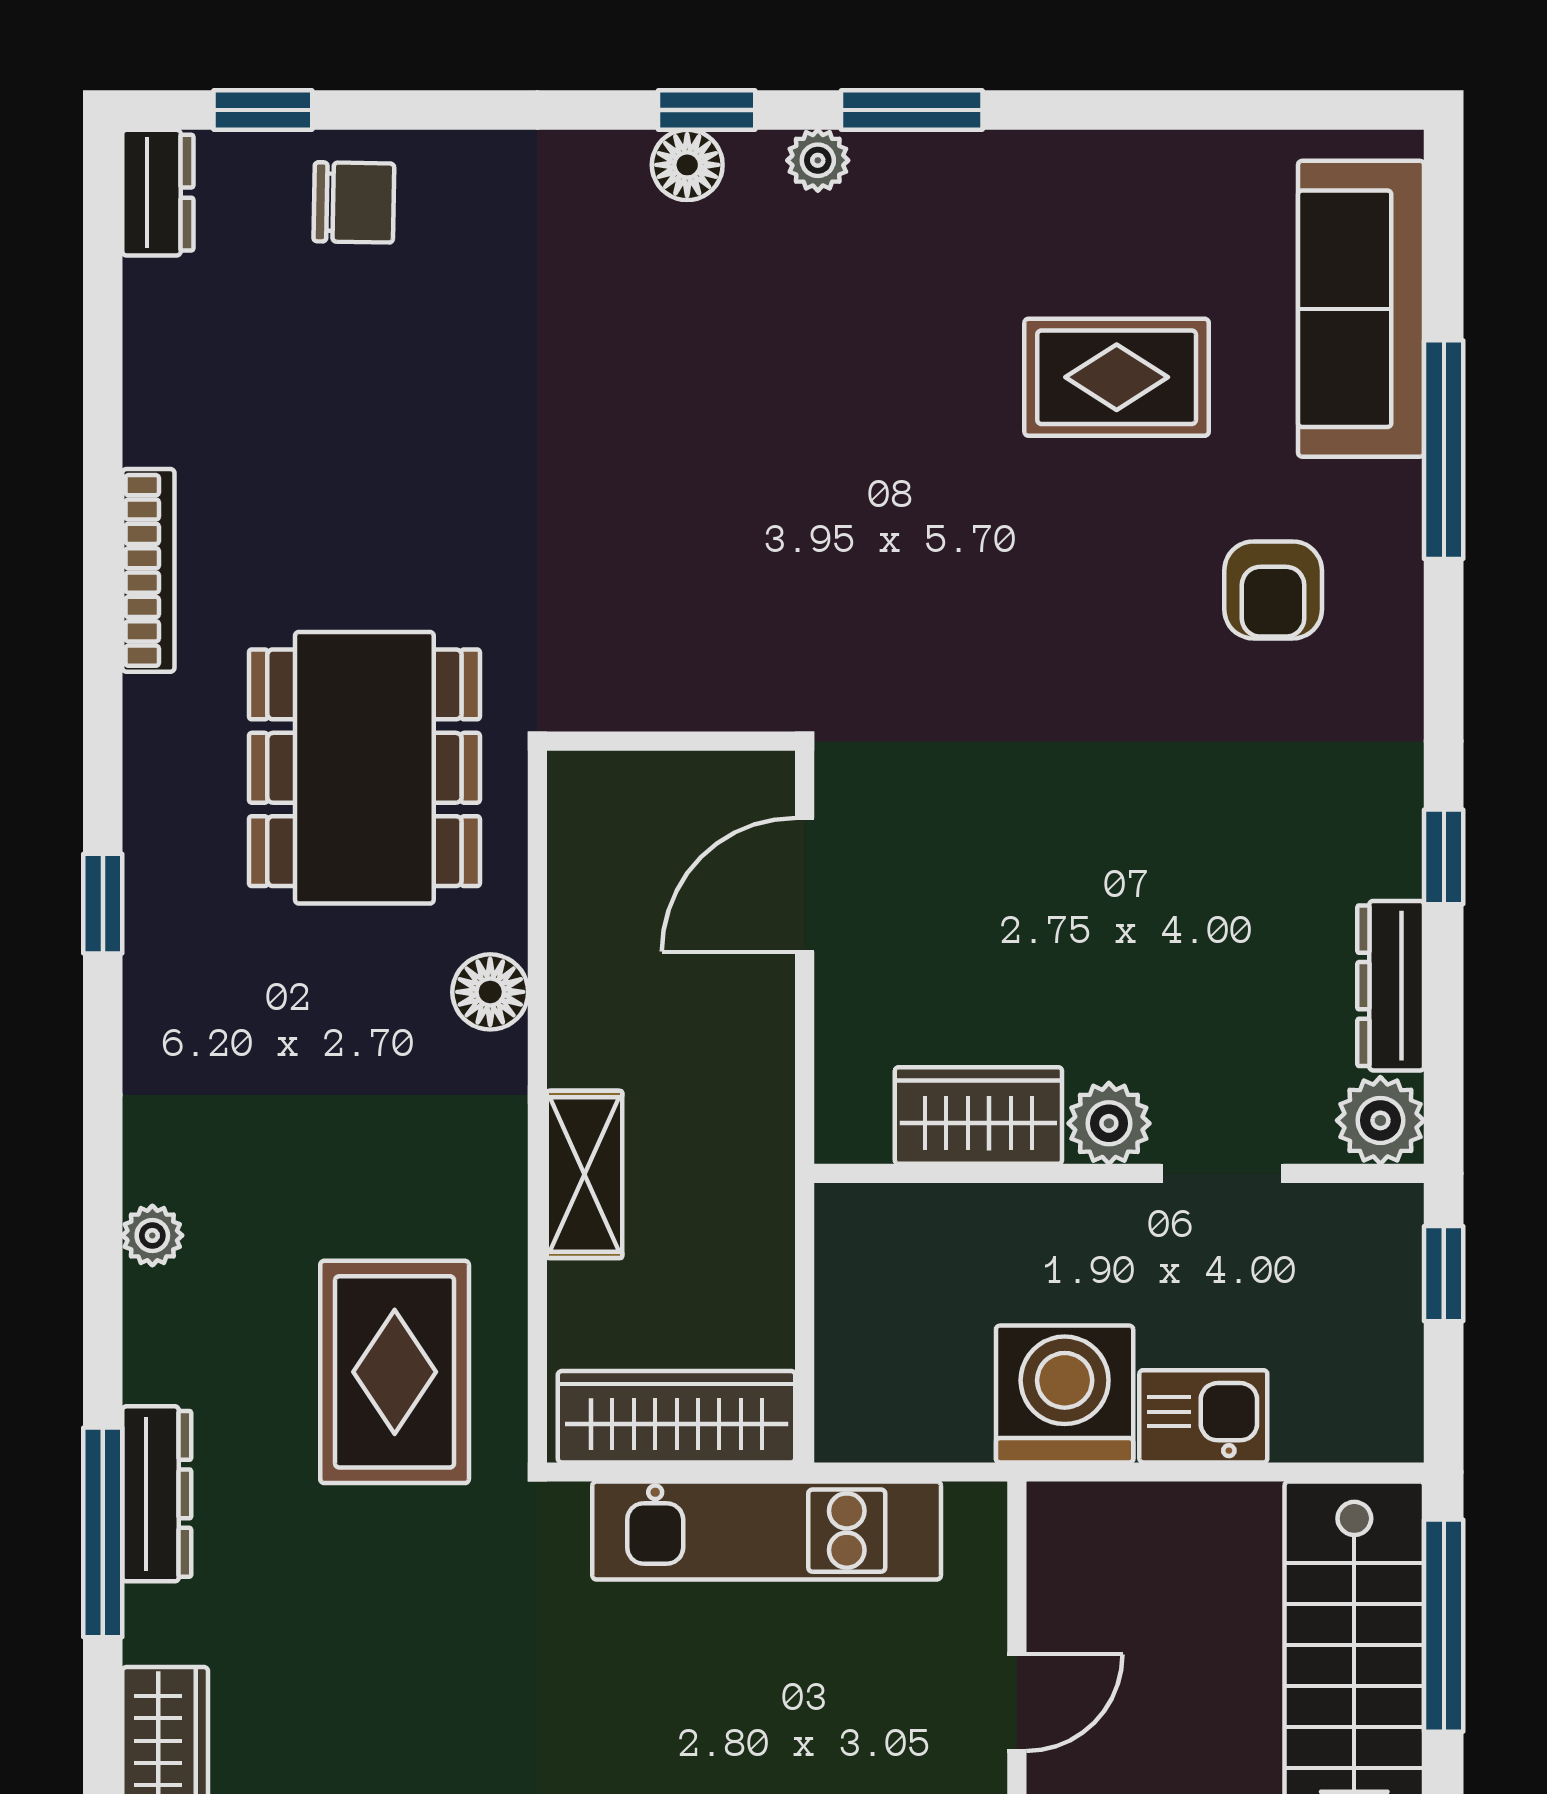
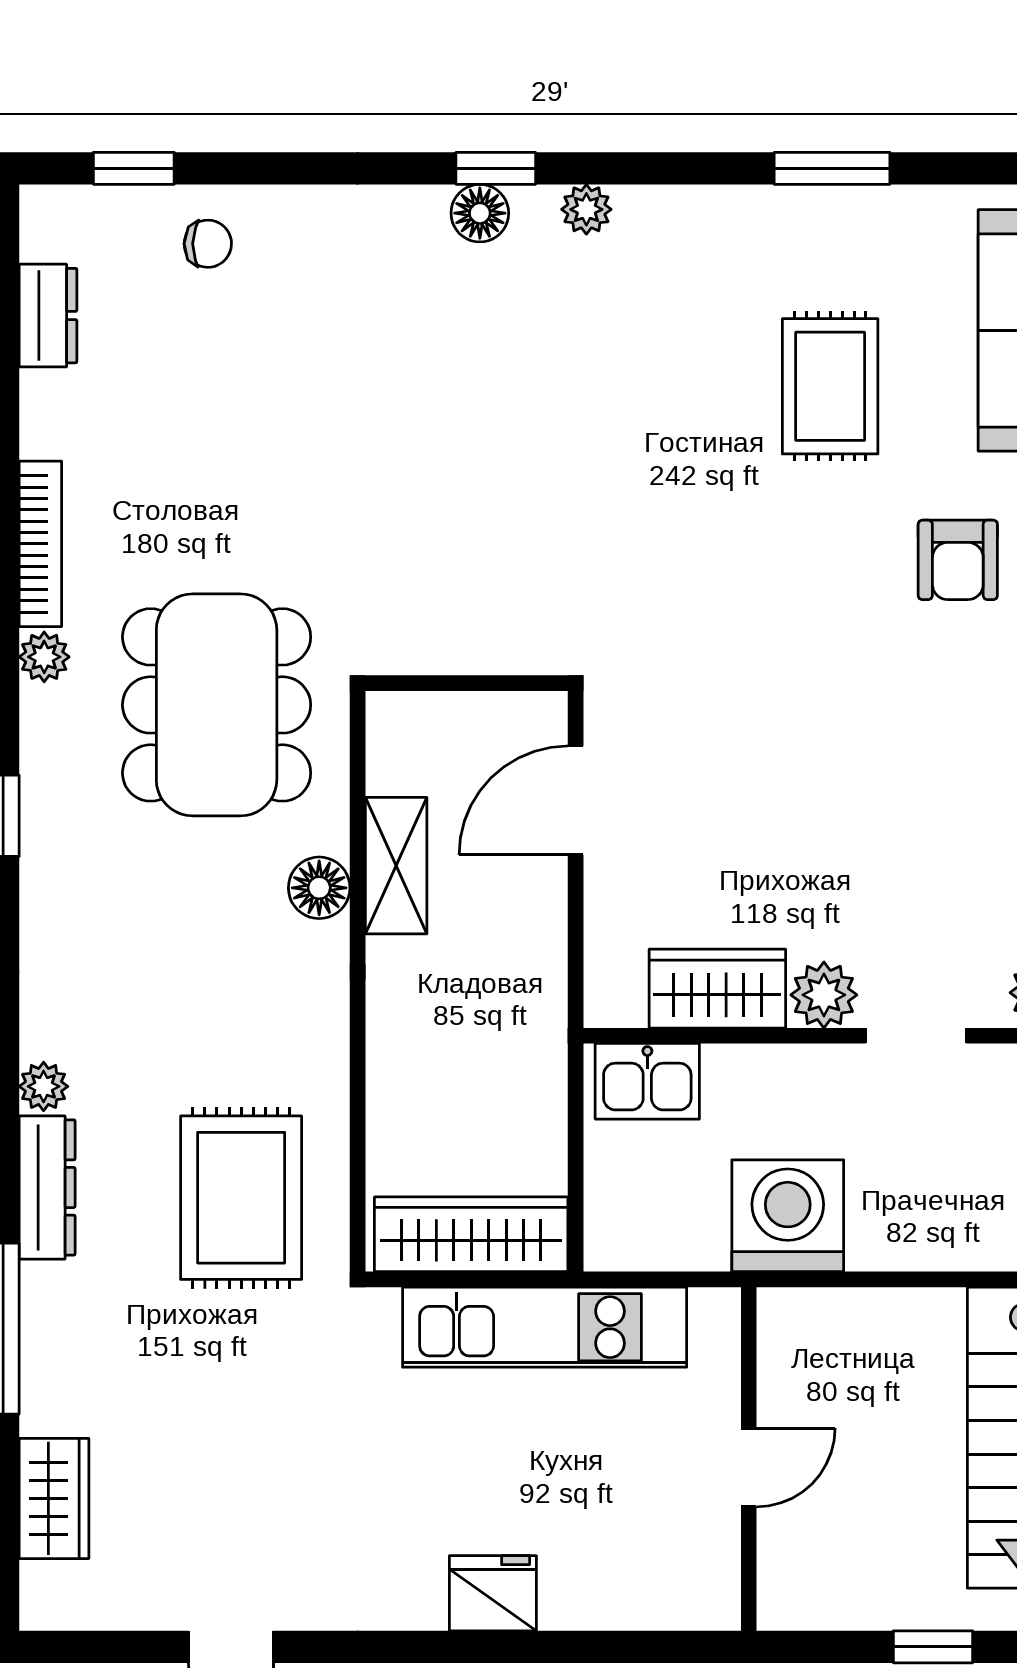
window: (912, 110) -> (832, 168), moved
dresser: (158, 193) -> (48, 316), moved
chair: (354, 202) -> (208, 244), width x0.73, depth x0.73
rug: (1117, 377) -> (830, 386), turned 90
plant: (153, 709) -> (44, 657), added
shelving: (585, 1174) -> (396, 866), moved
kitchen sink: (1203, 1416) -> (647, 1081), moved, turned 180
dresser: (157, 1494) -> (47, 1188), moved

